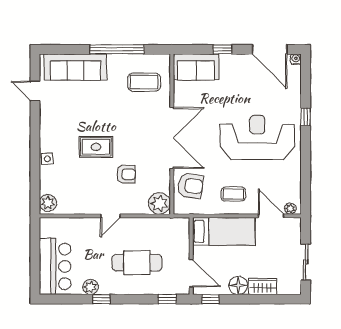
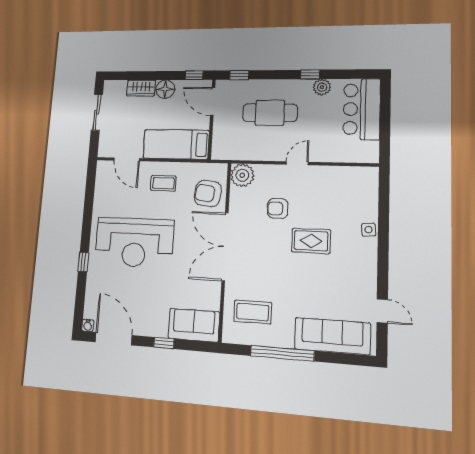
plant: (48, 203) -> (369, 179), removed
plant: (290, 209) -> (107, 166), removed

